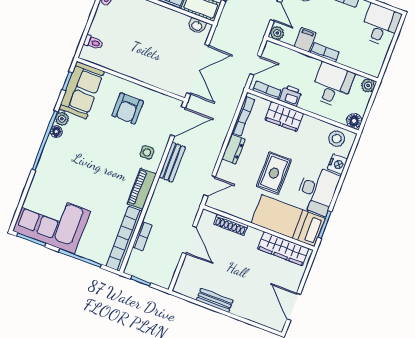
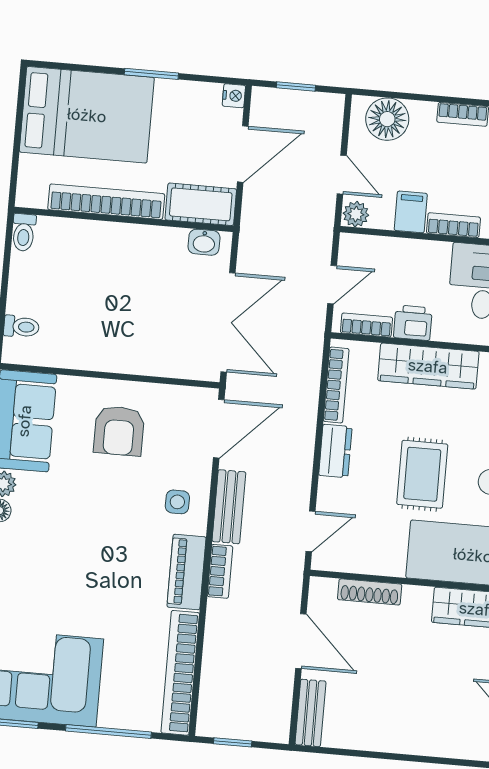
wardrobe: (284, 117) -> (428, 366), width x1.50
bookcase: (142, 236) -> (220, 571), moved
bench: (215, 300) -> (311, 713), moved, turned 90

